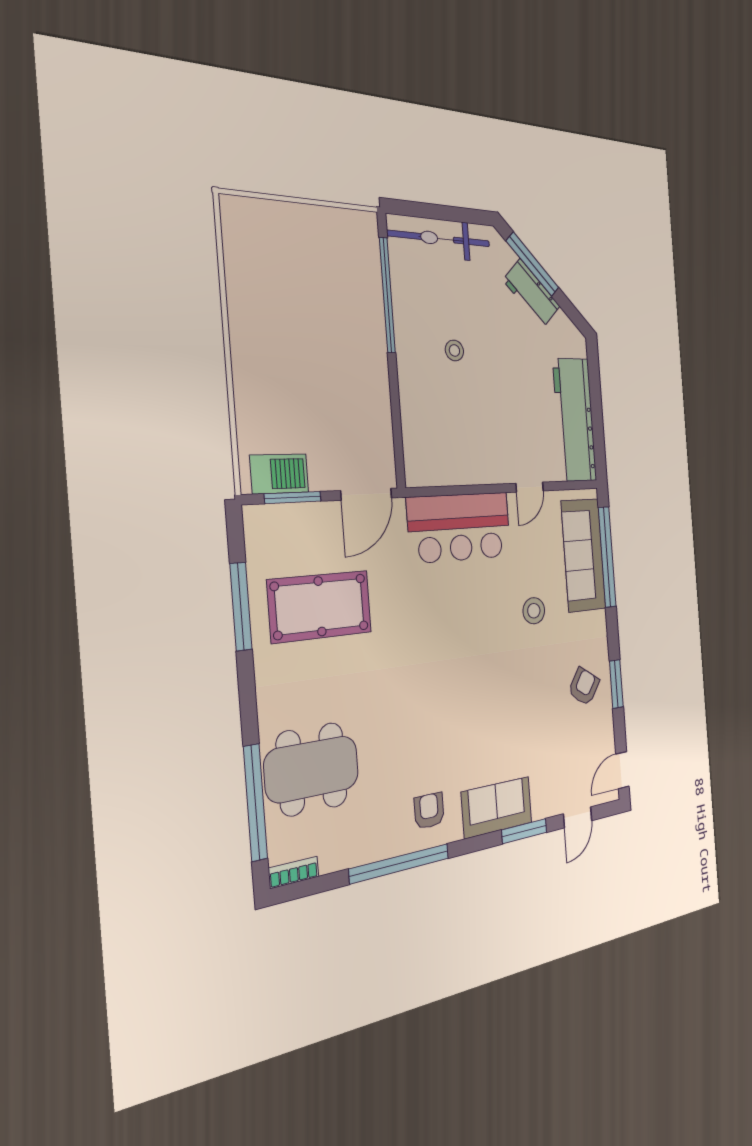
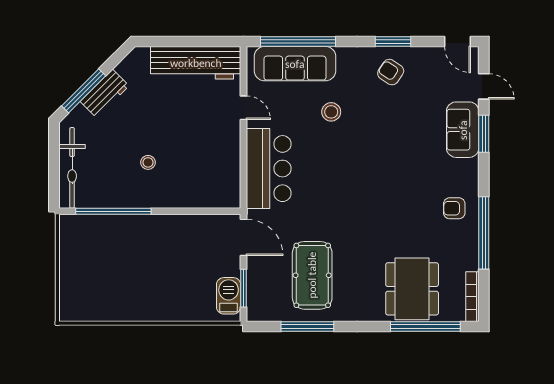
sofa: (497, 807) -> (463, 130), moved
bookcase: (294, 872) -> (472, 297), width x1.56

